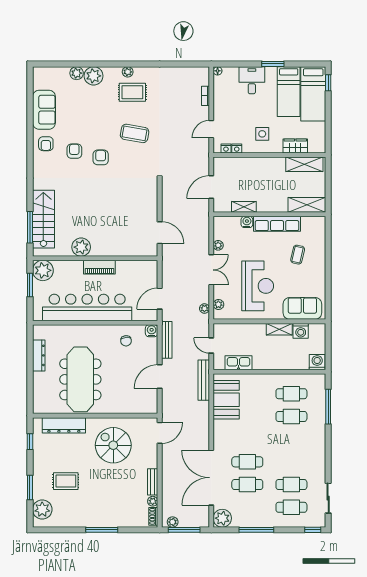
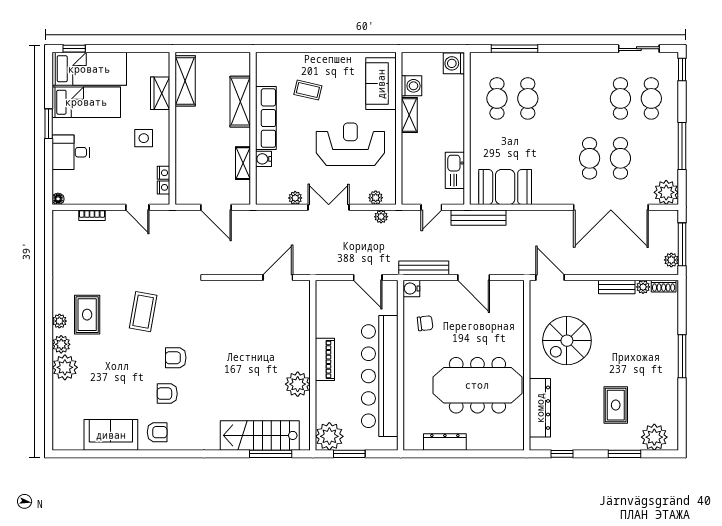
plant: (77, 73) -> (61, 344), moved
shelving: (307, 205) -> (240, 102), moved

